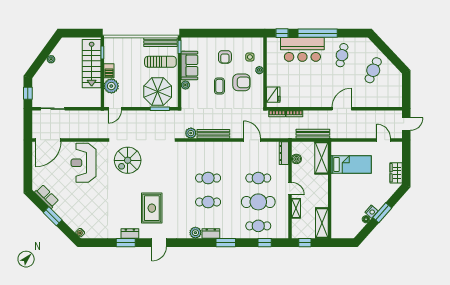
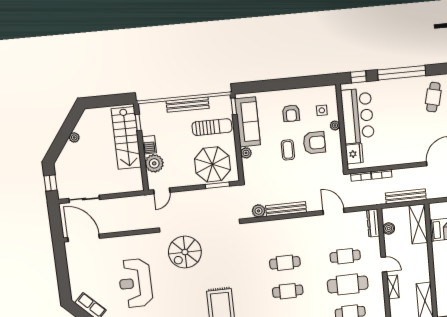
bench: (160, 42) -> (188, 104), moved
bar counter: (302, 49) -> (358, 116), moved, turned -90
sofa: (189, 66) -> (248, 122), width x1.36
door: (48, 140) -> (84, 238), swing flipped
reception desk: (84, 163) -> (135, 283), moved

